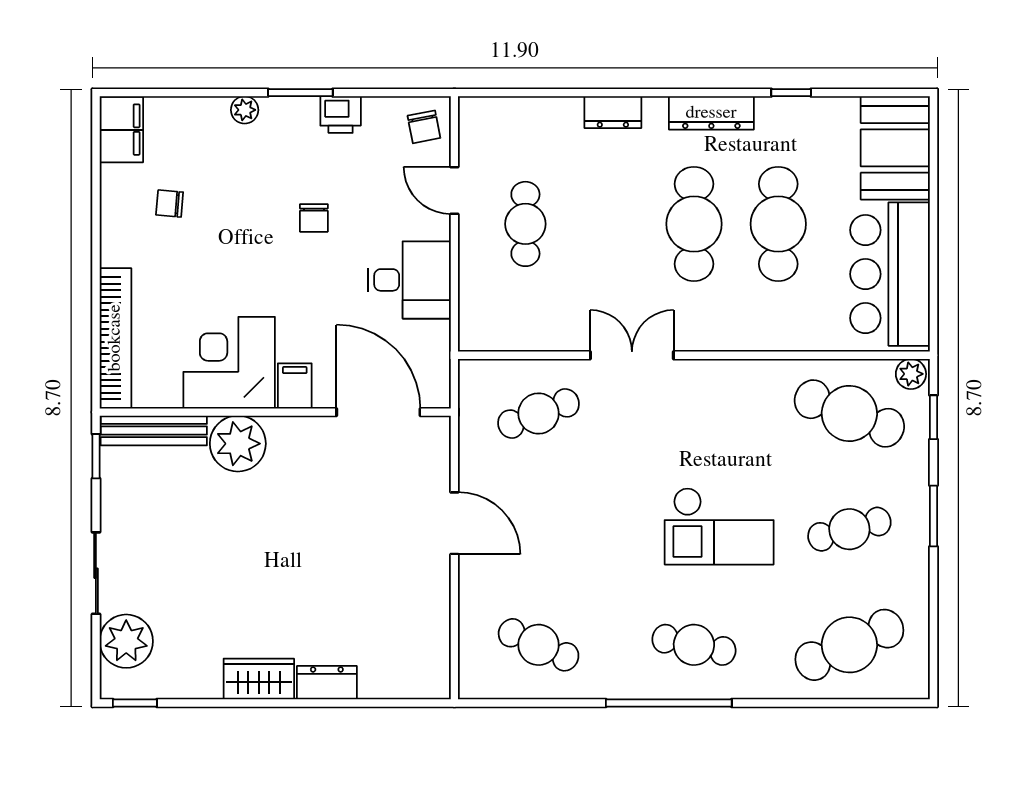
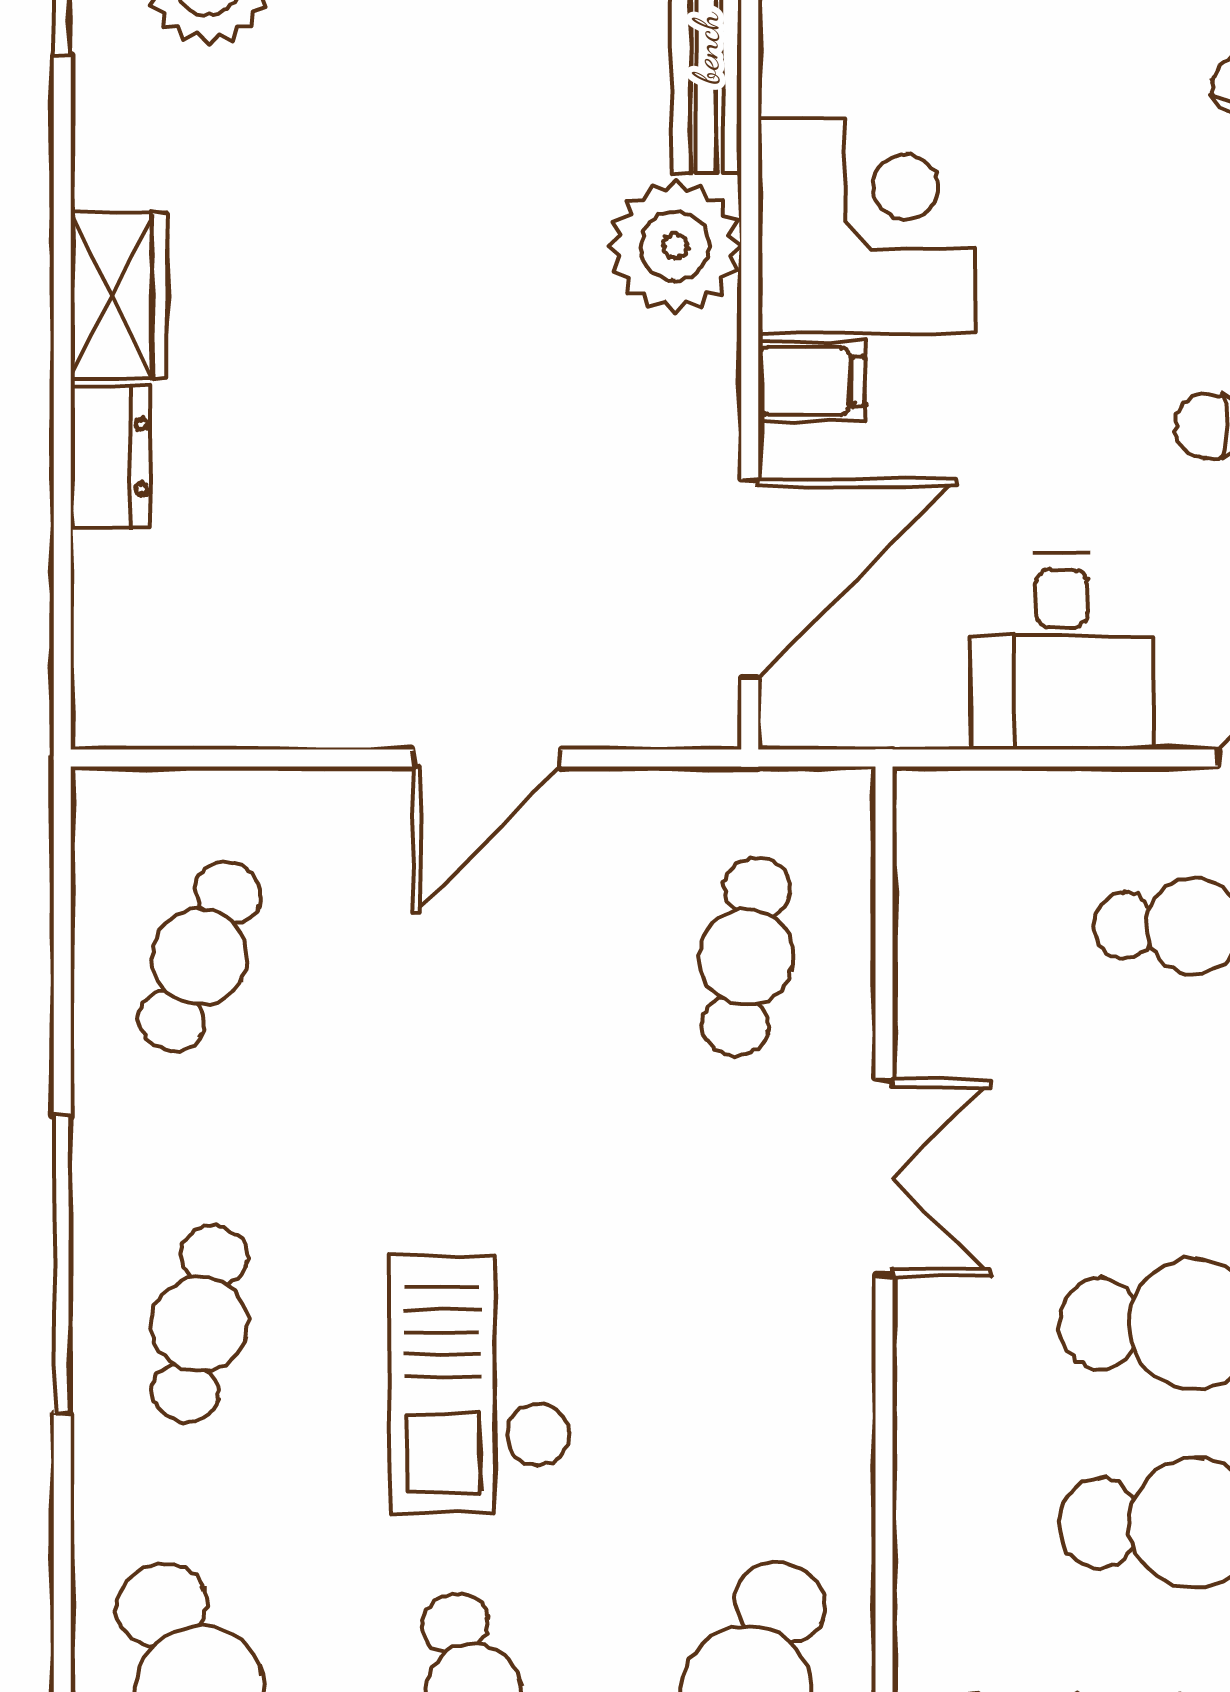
cafe table: (539, 413) -> (746, 957), turned 30

